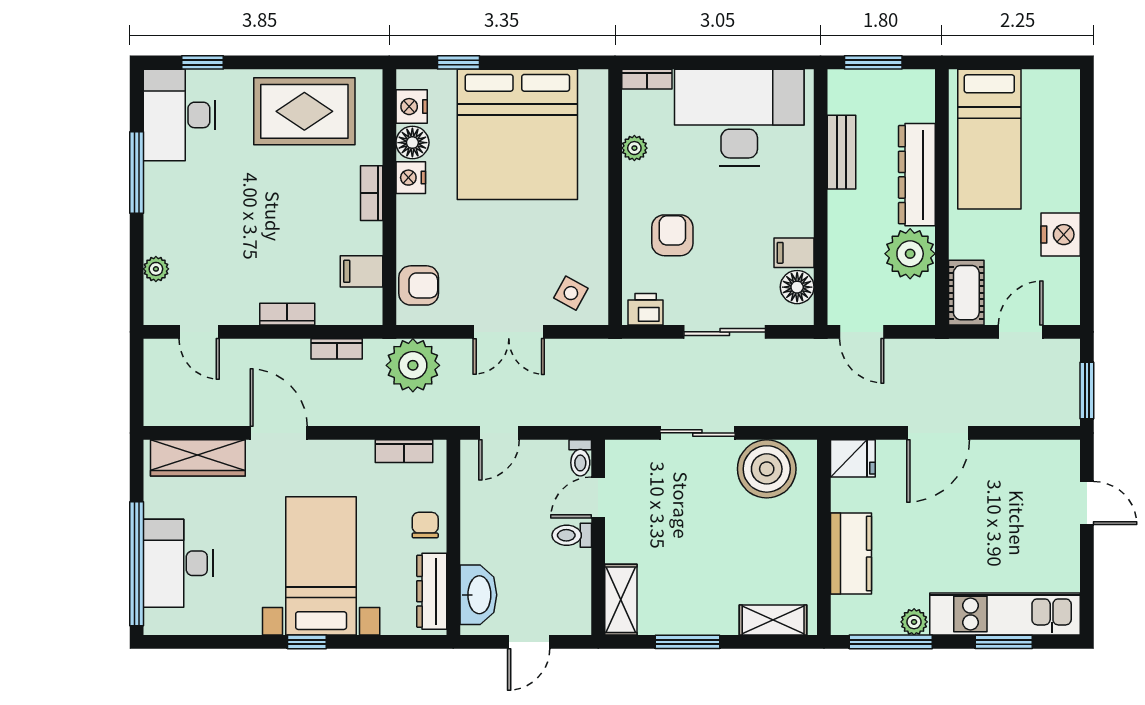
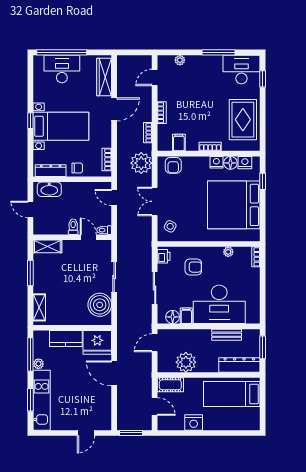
desk: (739, 117) -> (219, 304), moved, turned 90
dresser: (917, 175) -> (239, 365), moved
fridge: (853, 458) -> (97, 342), width x1.88, depth x1.34

